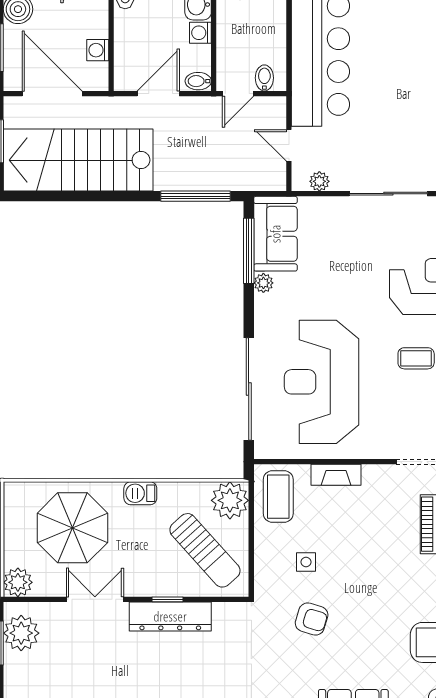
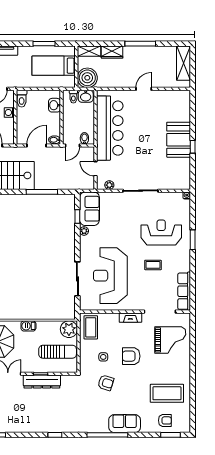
washing machine: (200, 33) -> (56, 118), removed
washing machine: (98, 50) -> (9, 113), moved
window: (196, 196) -> (42, 192), moved
window: (249, 251) -> (77, 216), width x0.46
sliding door: (249, 389) -> (77, 279), width x0.73
fireplace: (336, 475) -> (130, 318), moved
sun lounger: (205, 550) -> (58, 352), turned -48
armchair: (368, 560) -> (131, 356), added

